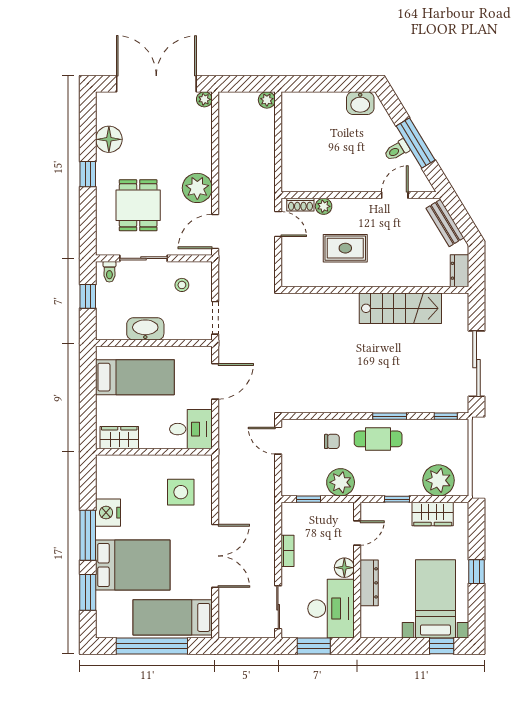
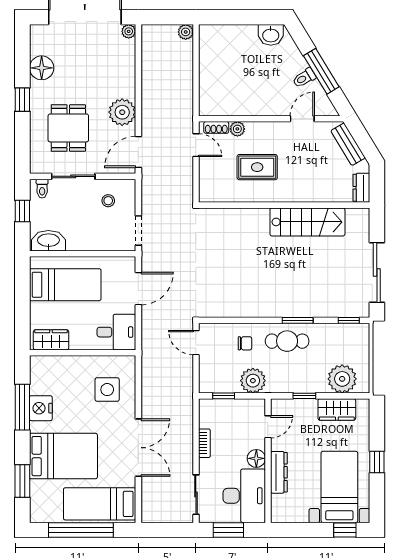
washbasin: (145, 329) -> (48, 241), moved
window: (88, 535) -> (22, 407), moved

